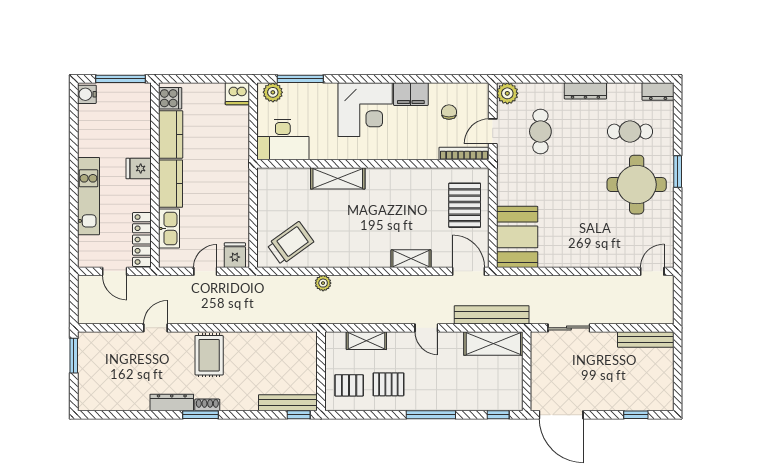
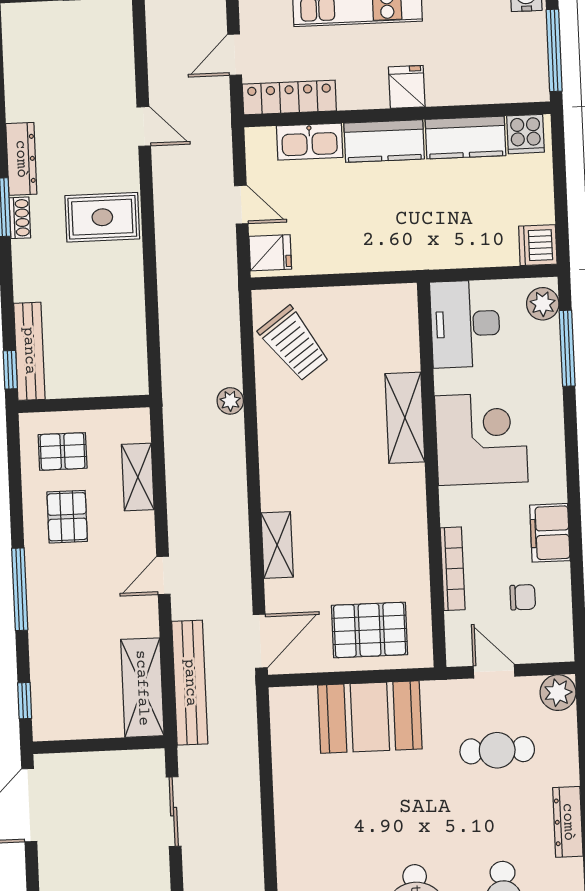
corner desk: (365, 110) -> (481, 439), moved, turned 180
bookcase: (464, 154) -> (453, 569), moved
booth: (517, 237) -> (370, 717), moved
pallet: (349, 385) -> (63, 451), turned 90

